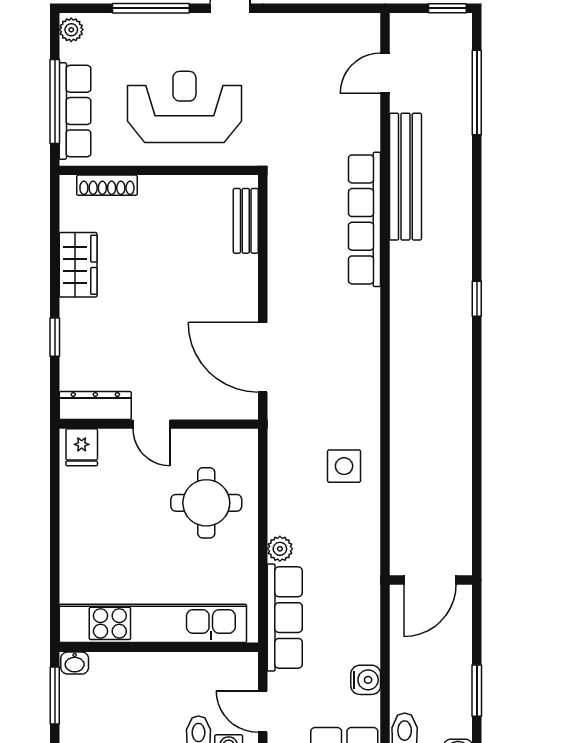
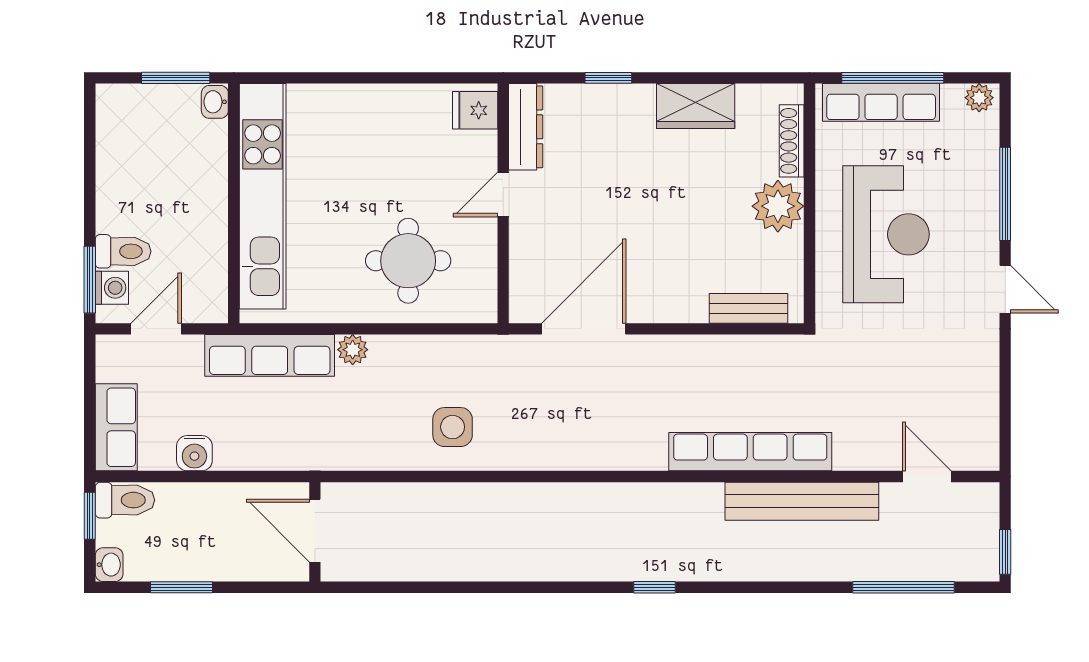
plant: (161, 196) -> (778, 206), added

